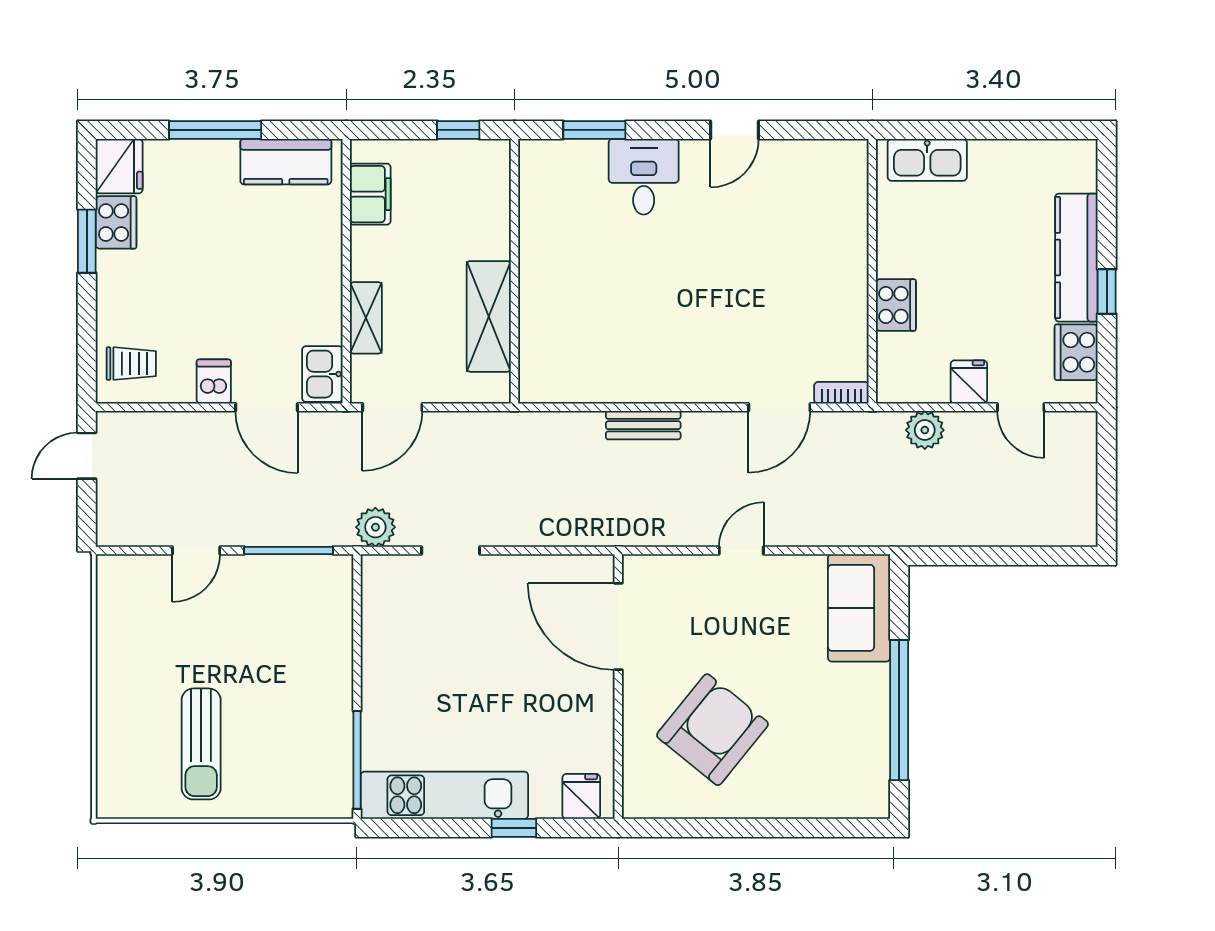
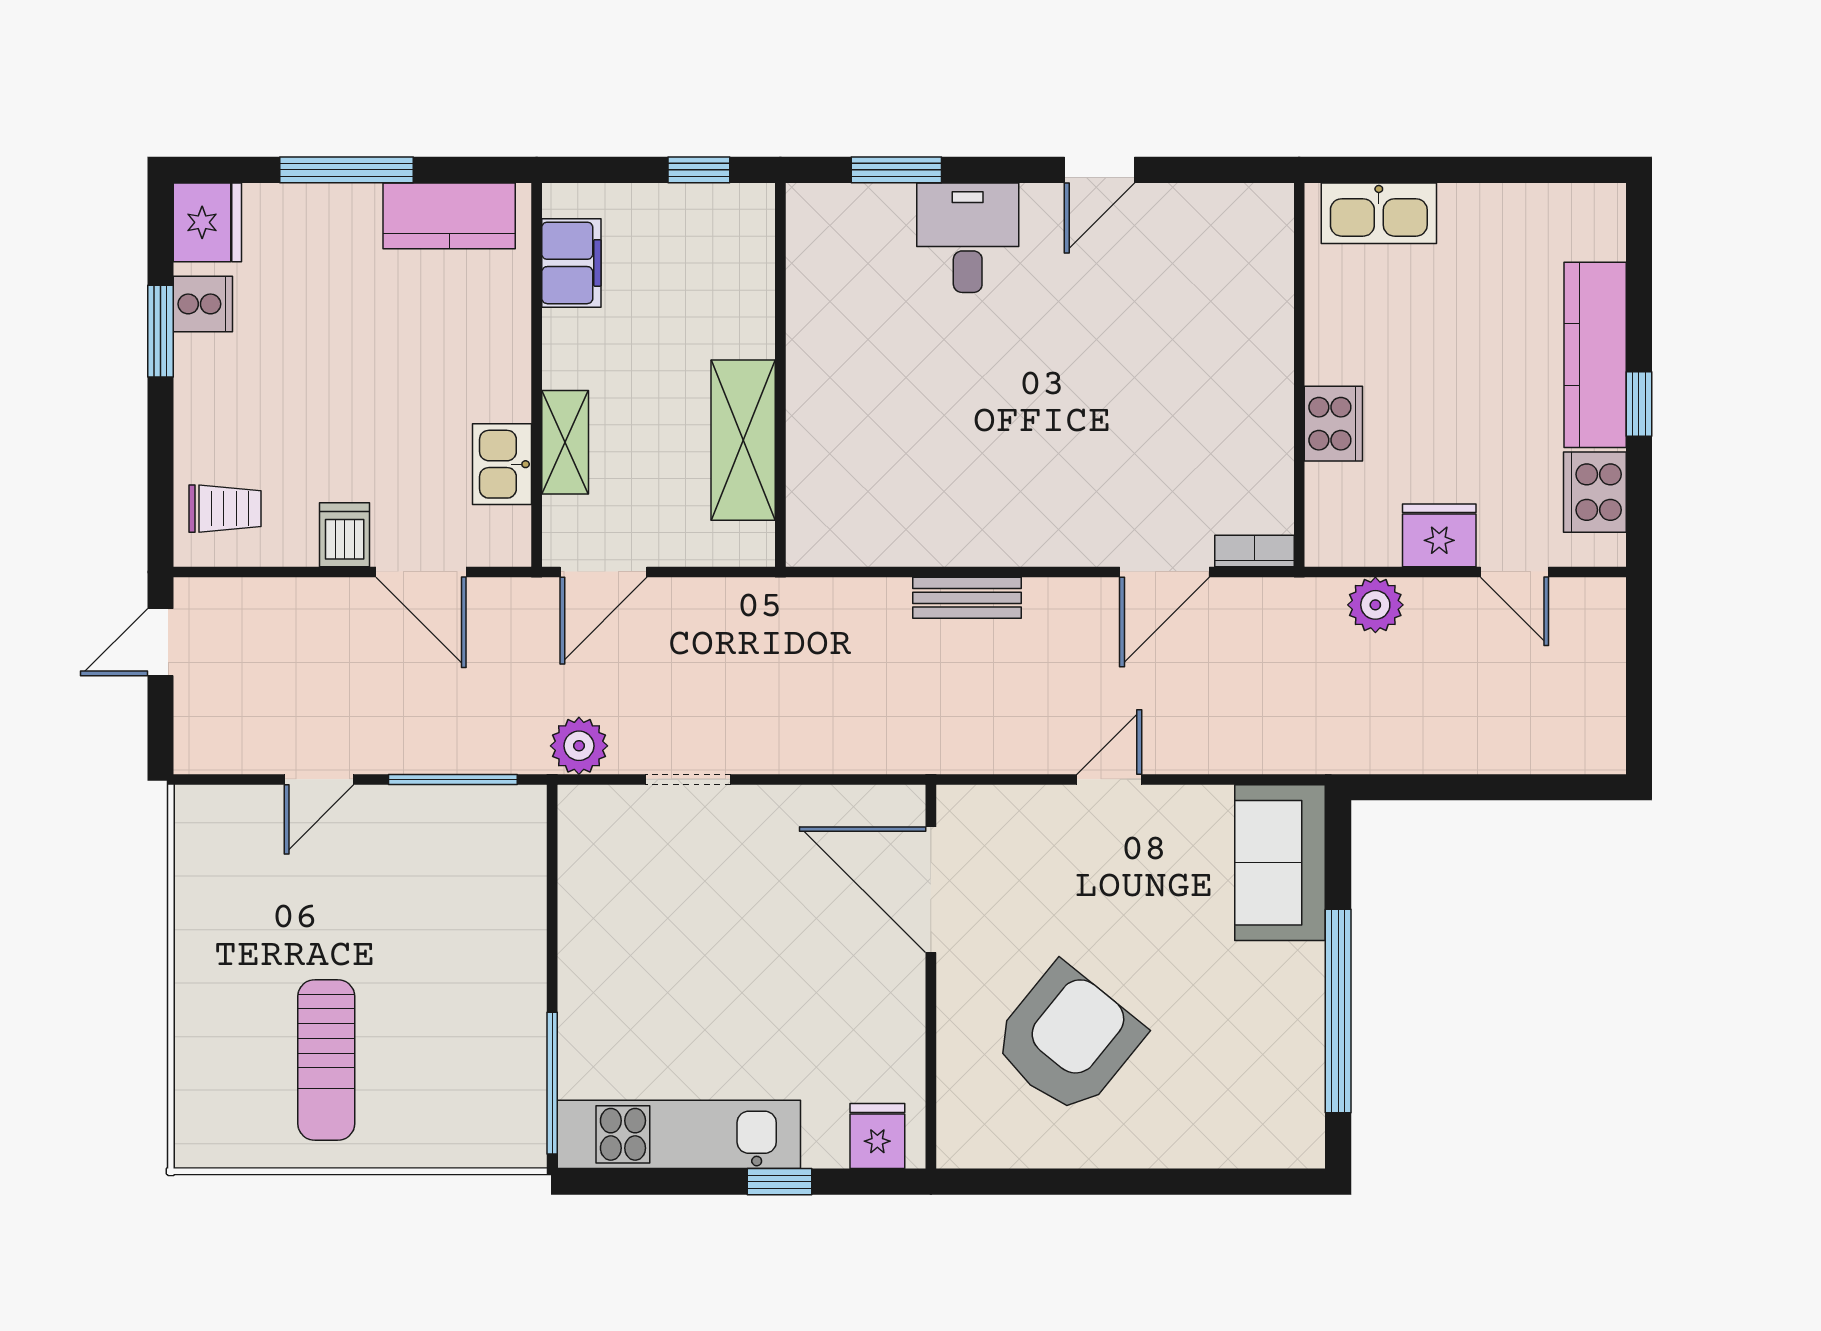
cooker: (116, 222) -> (203, 304), width x0.73
kitchen sink: (322, 374) -> (502, 464), moved
fridge: (969, 382) -> (1439, 535), width x1.38

